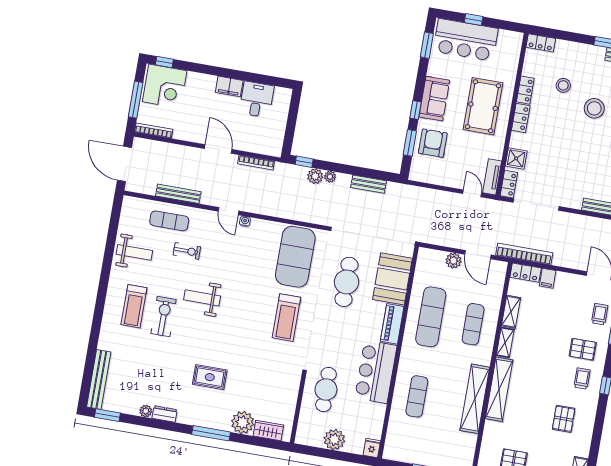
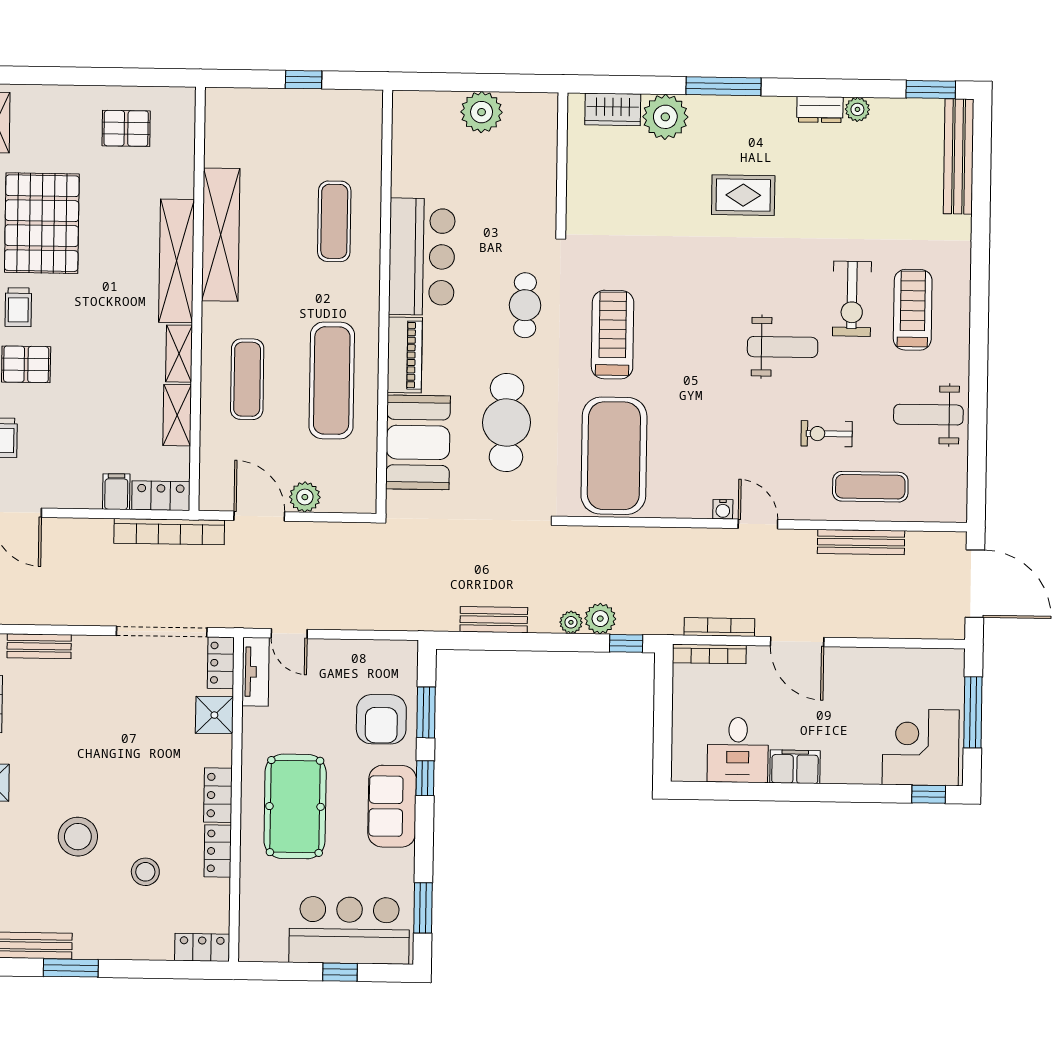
bookcase: (154, 131) -> (709, 654), moved
cafe table: (326, 390) -> (525, 305), moved, width x0.73, depth x0.74
pallet: (564, 419) -> (42, 223), width x2.05, depth x2.00
fridge: (372, 448) -> (406, 107), removed

